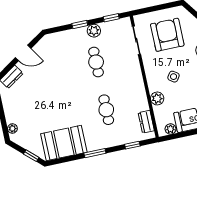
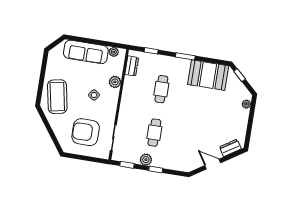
armchair: (167, 35) -> (86, 132), turned 90

